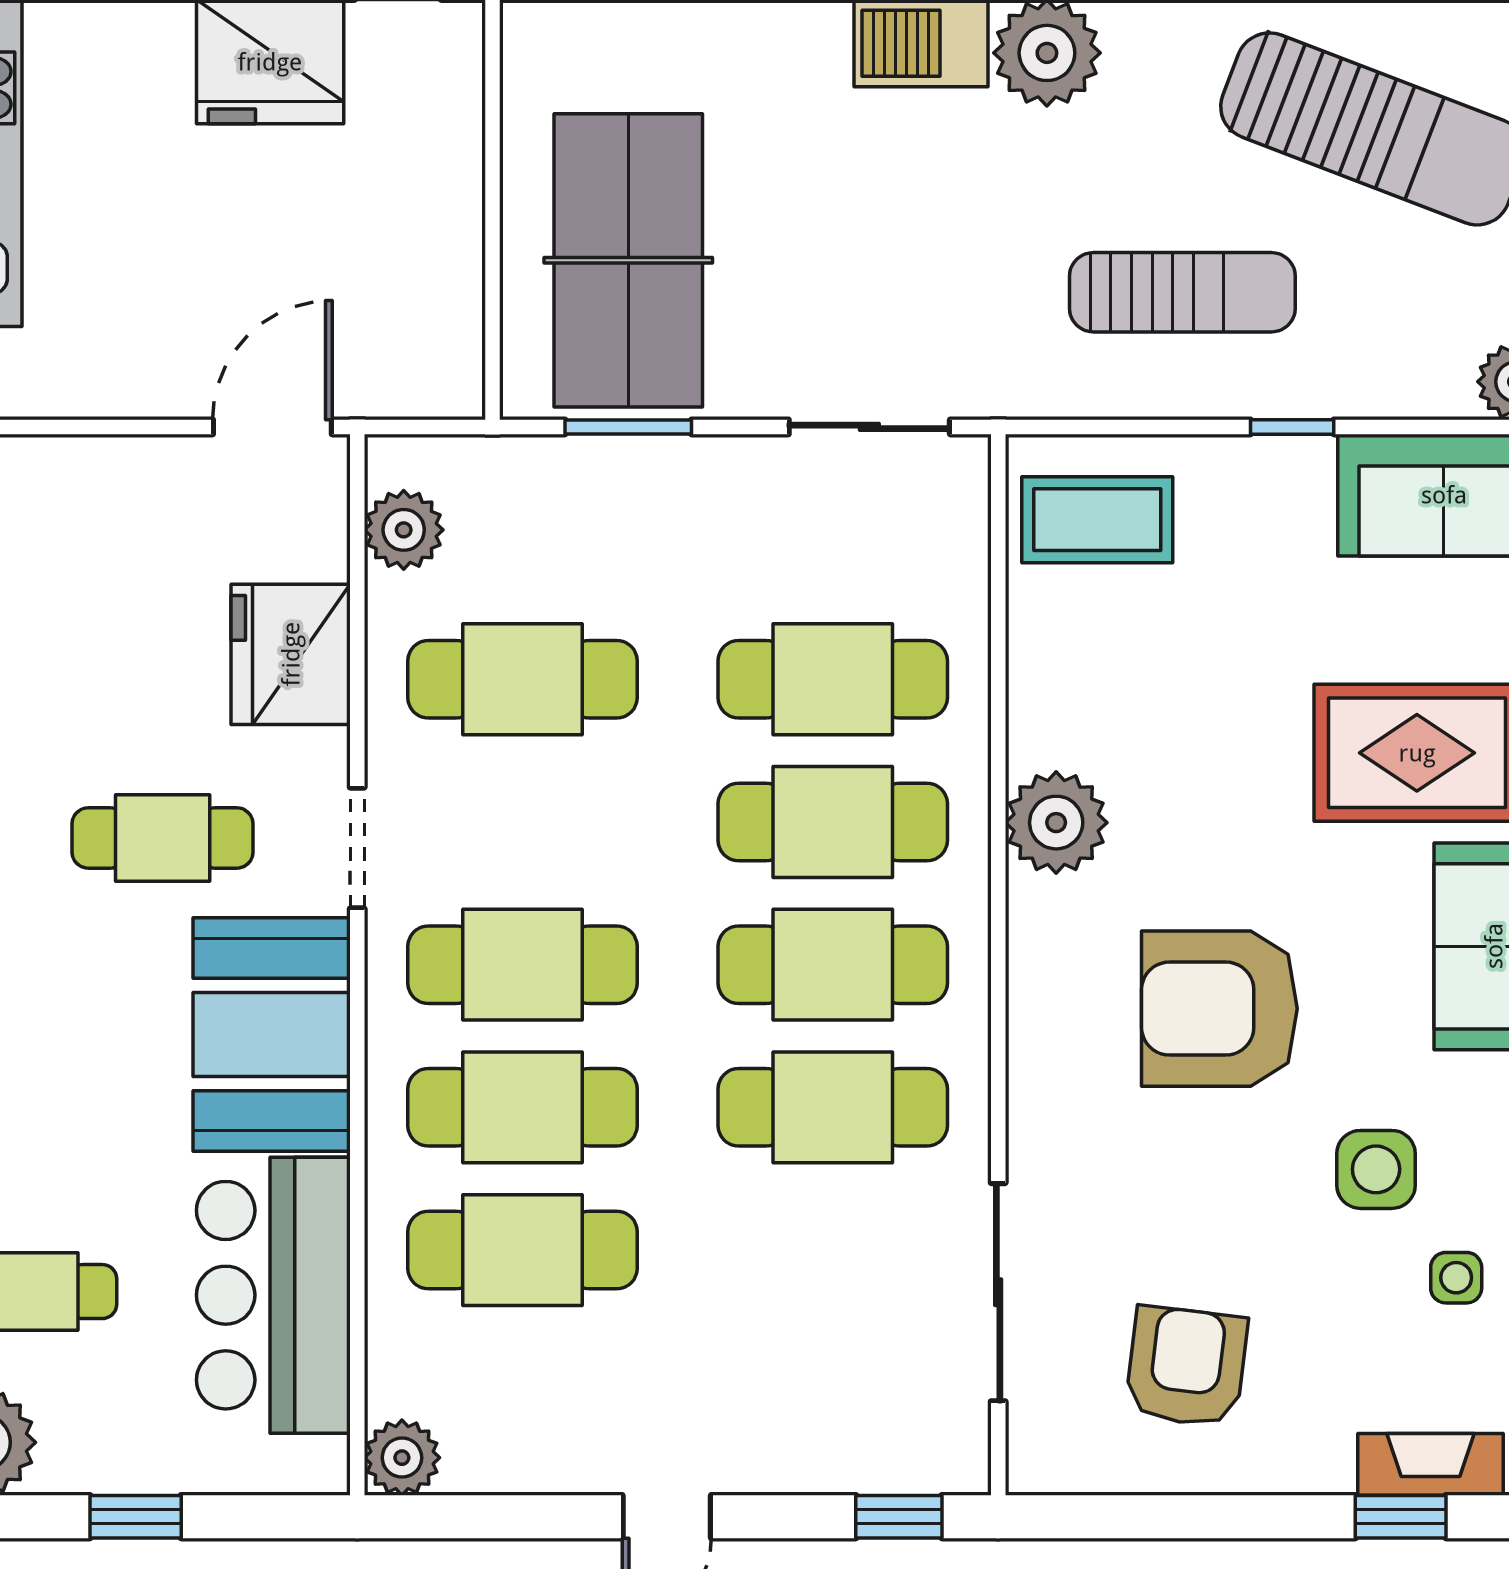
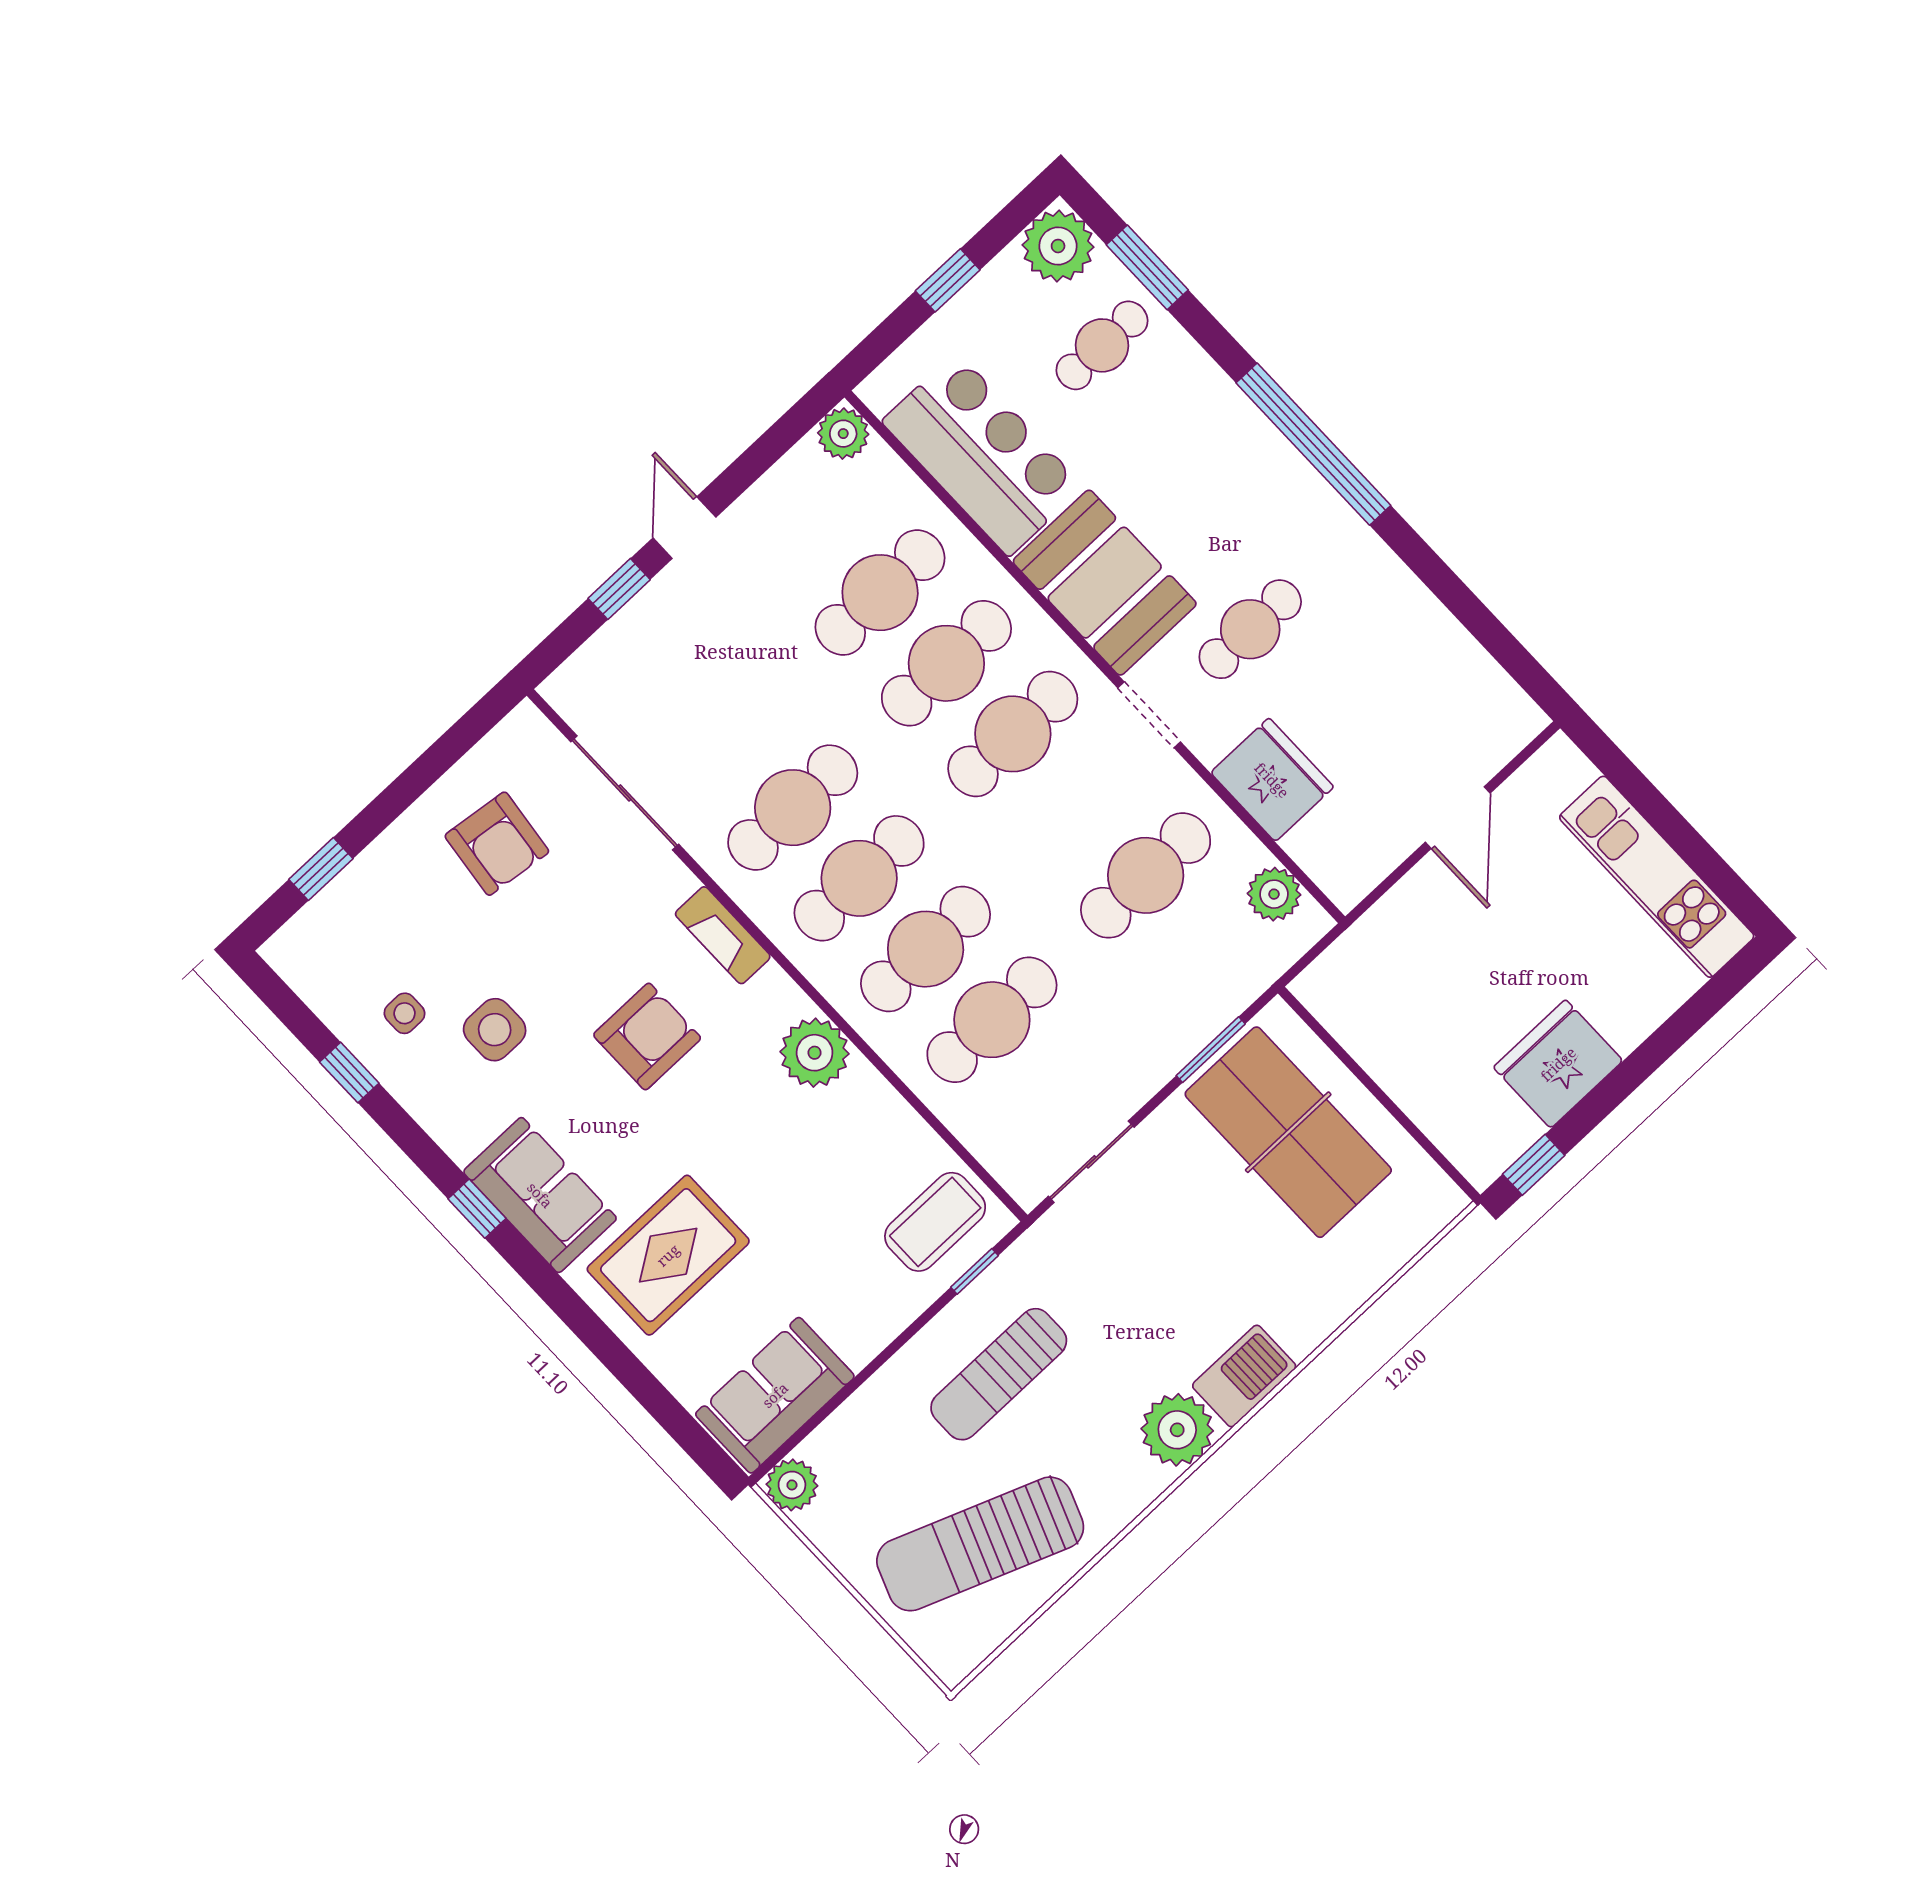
door: (272, 427) -> (1458, 818), moved
window: (1292, 427) -> (975, 1271), moved
armchair: (1219, 1009) -> (647, 1036), width x0.73, depth x0.73
fireplace: (1430, 1464) -> (723, 935), moved, turned 90
window: (899, 1517) -> (619, 589), moved

